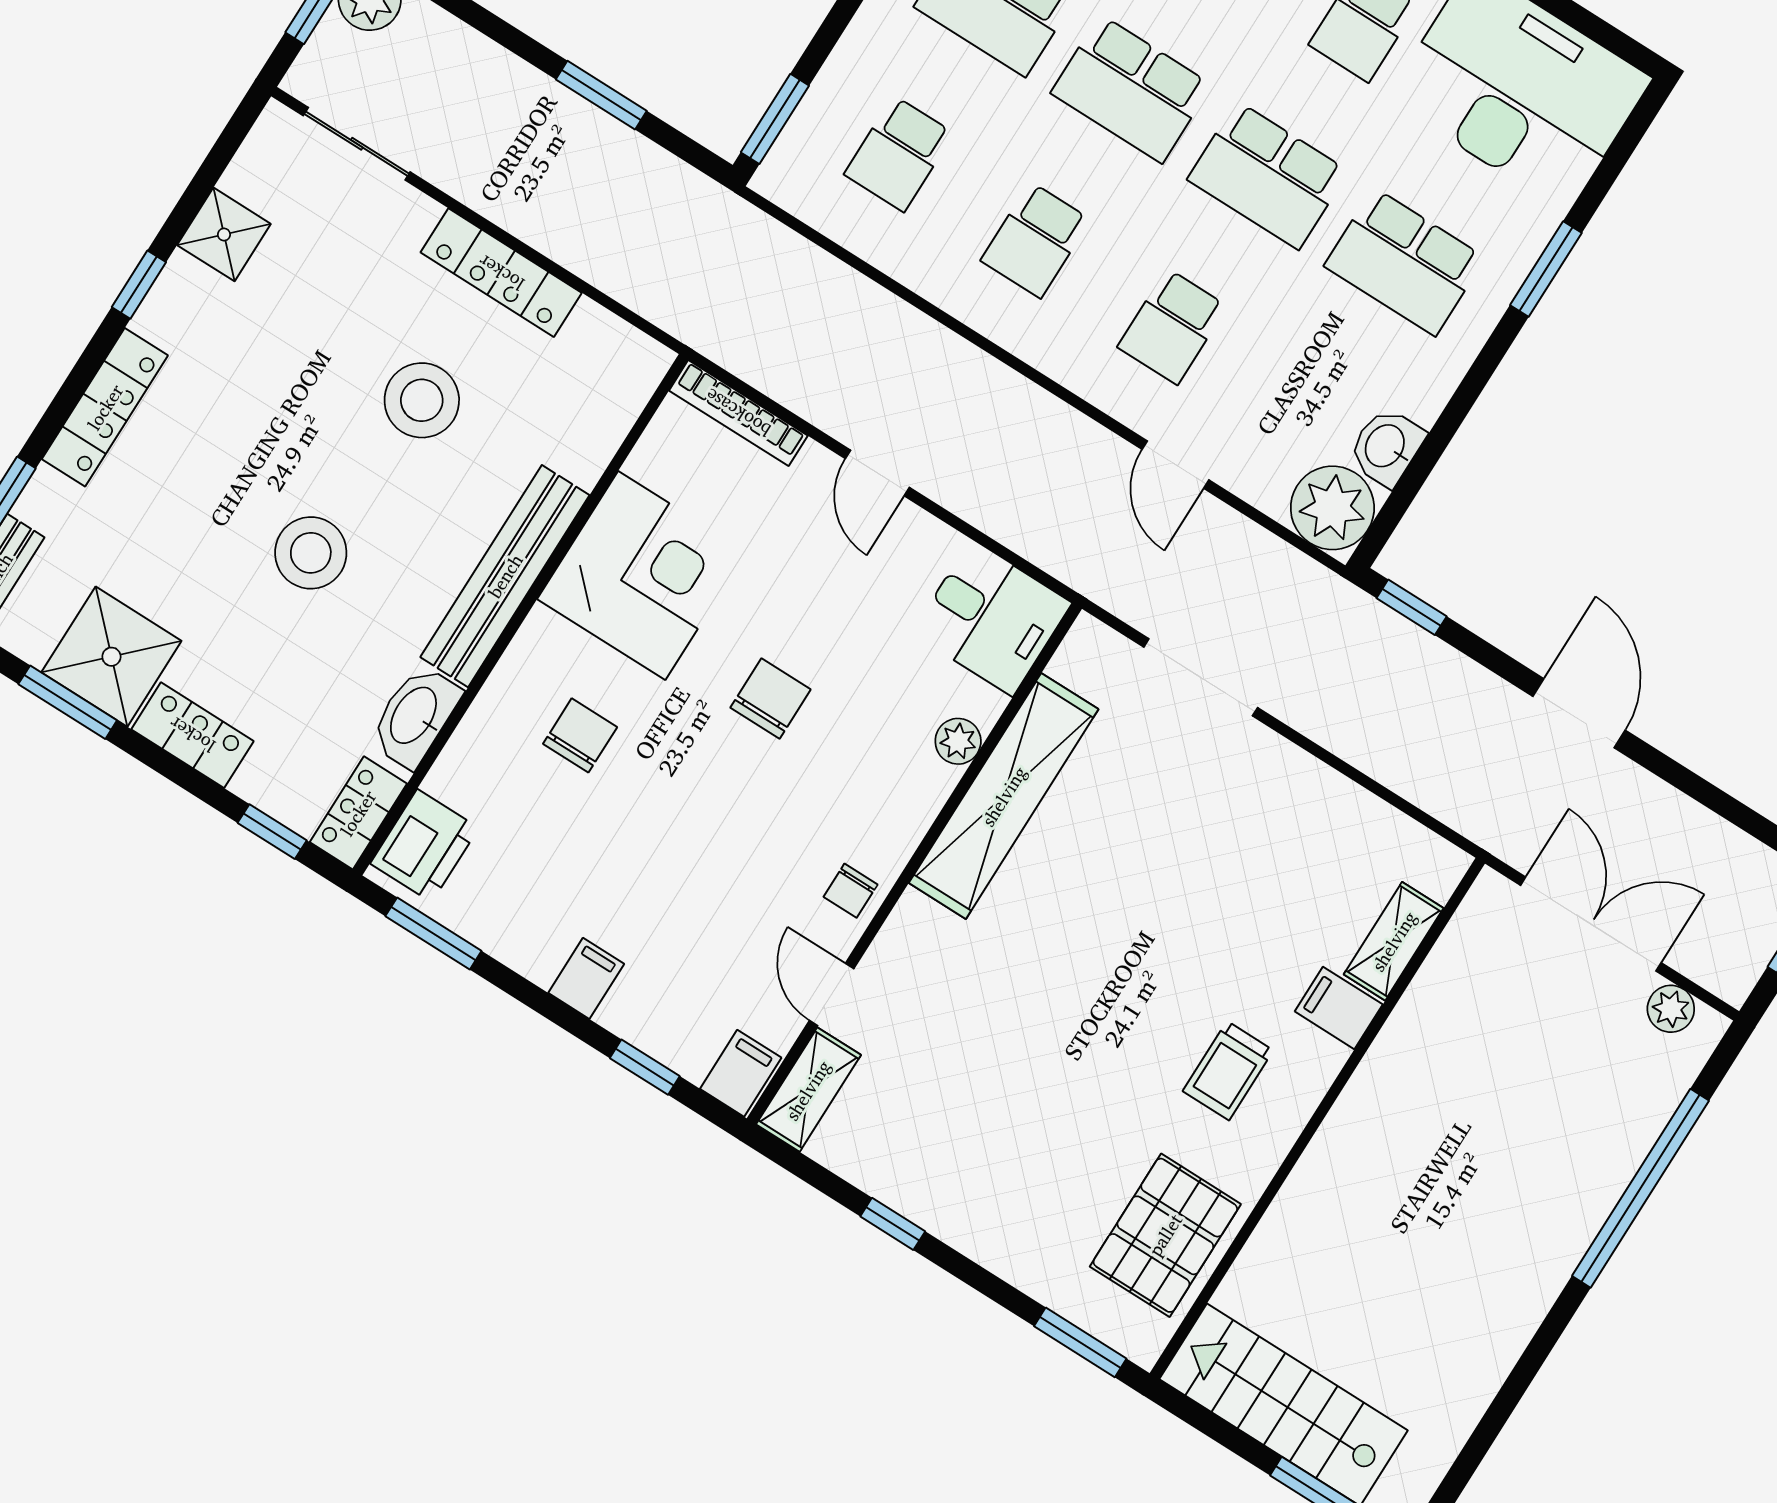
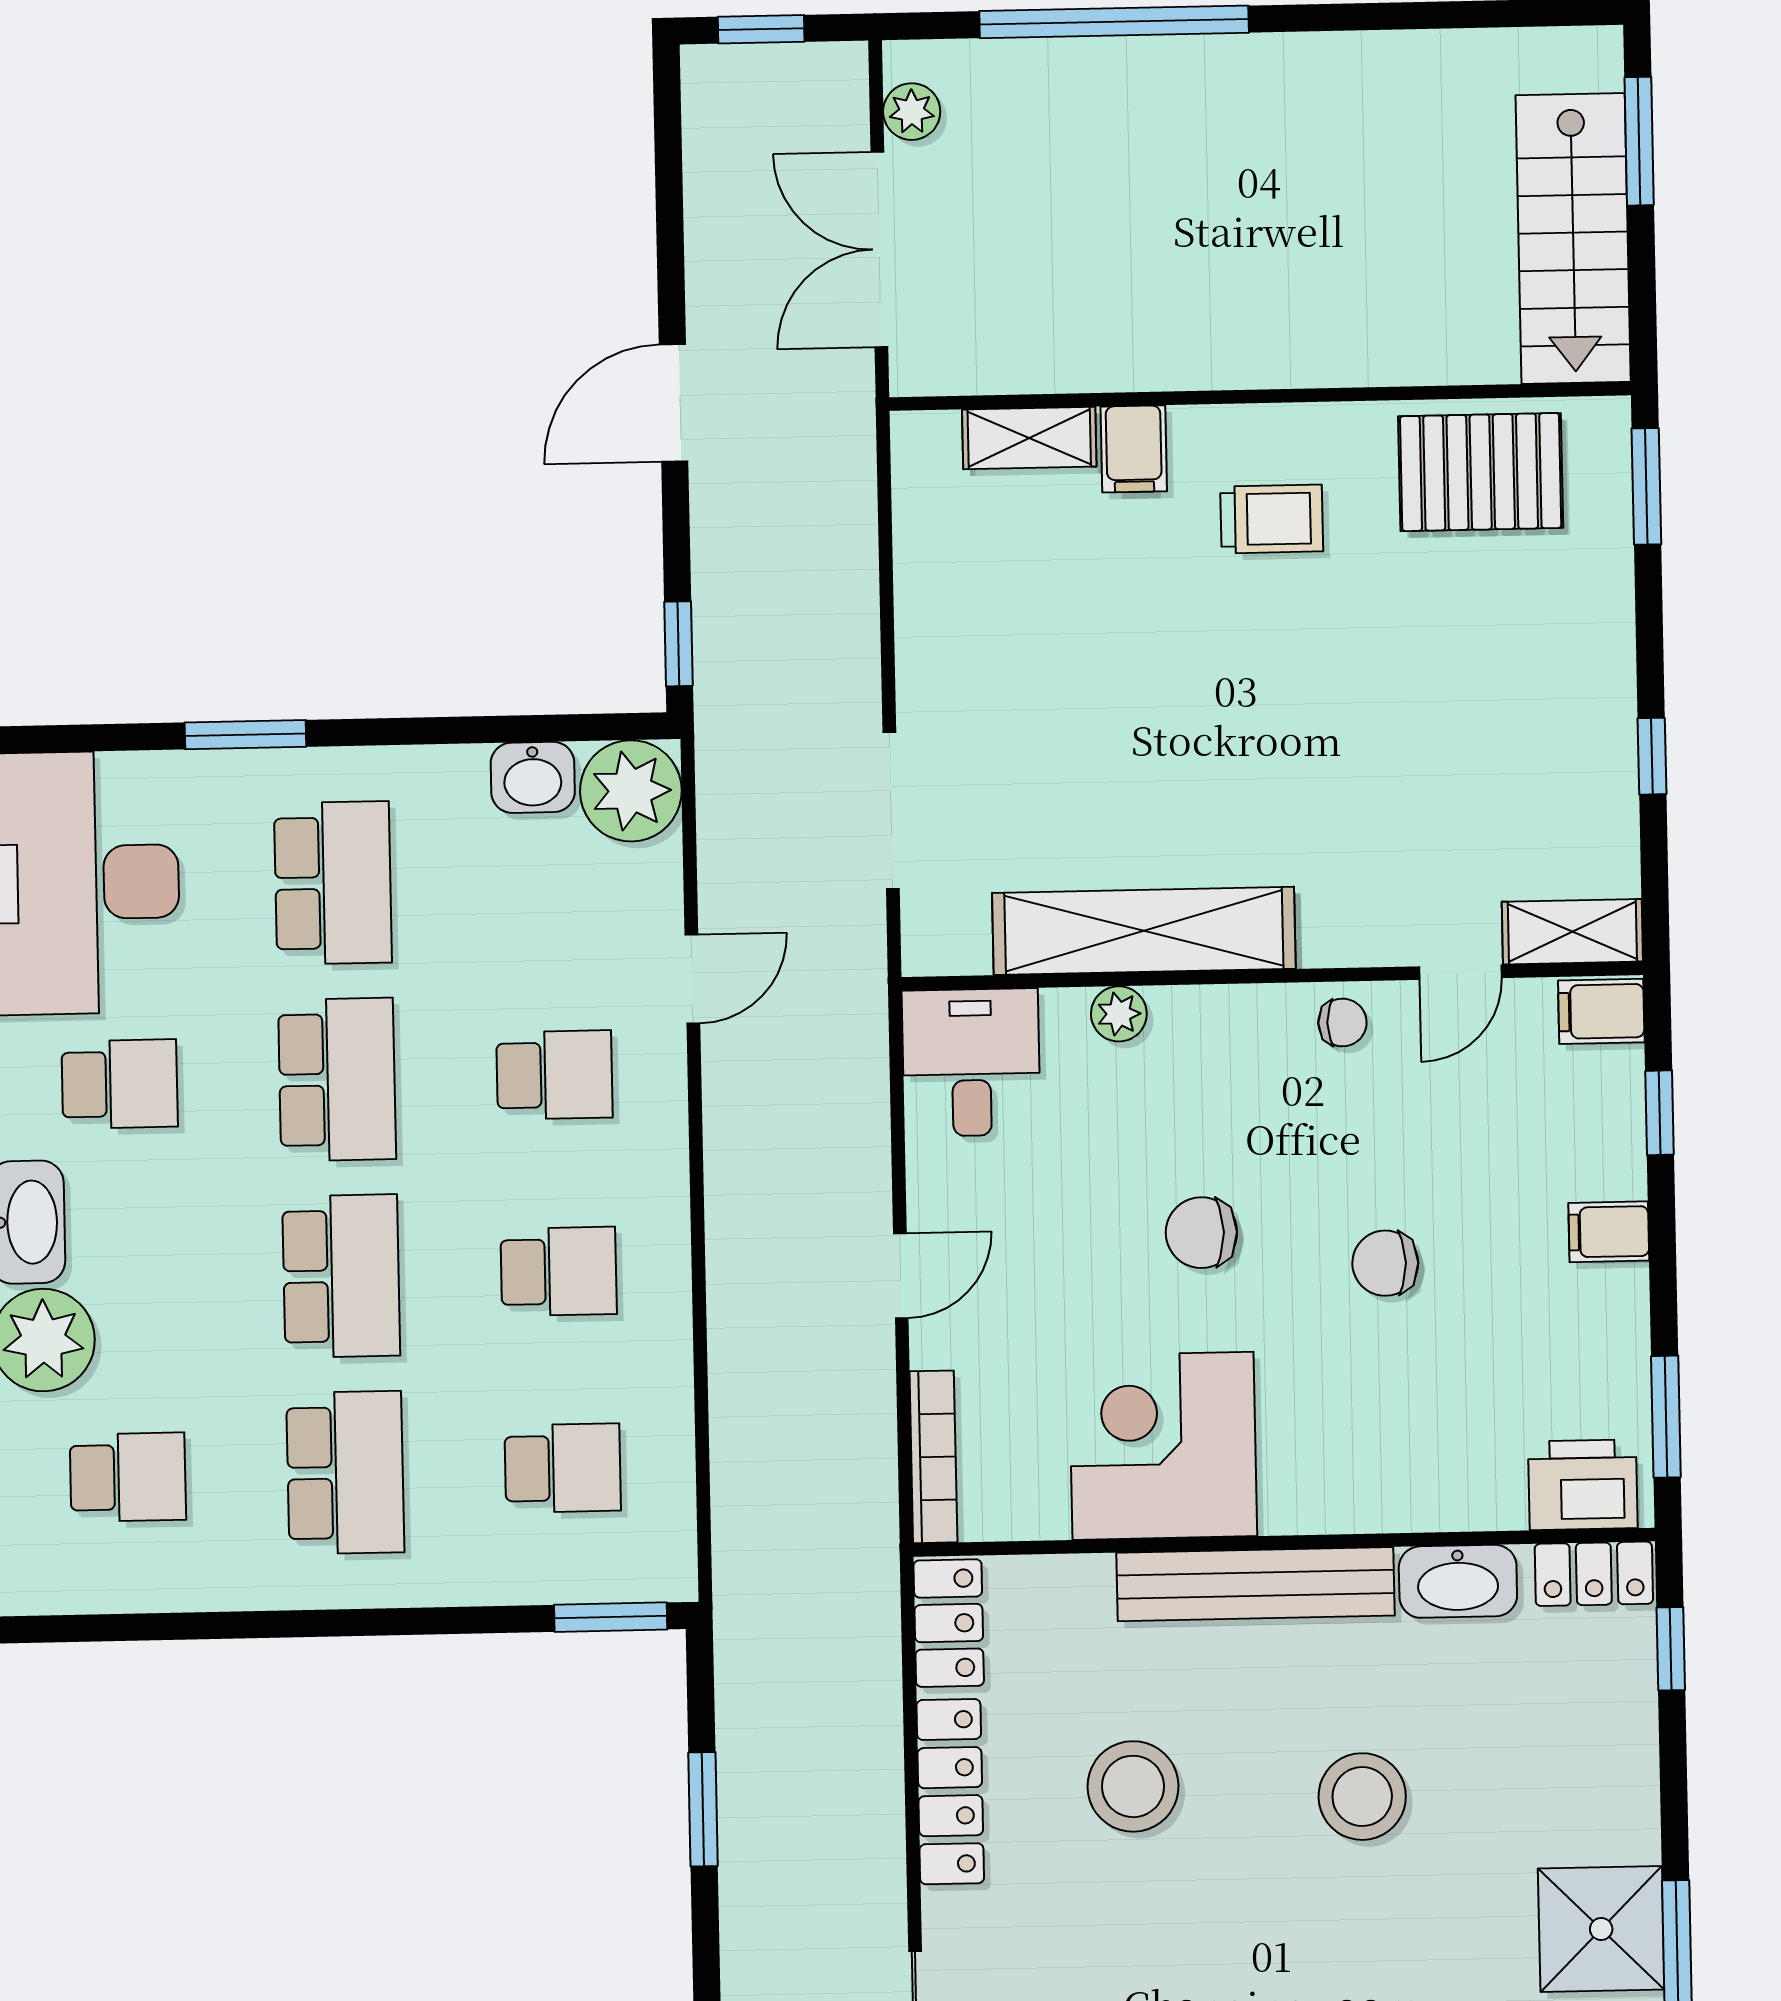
locker: (192, 735) -> (949, 1623), moved, turned 180
chair: (580, 735) -> (1385, 1263), moved

